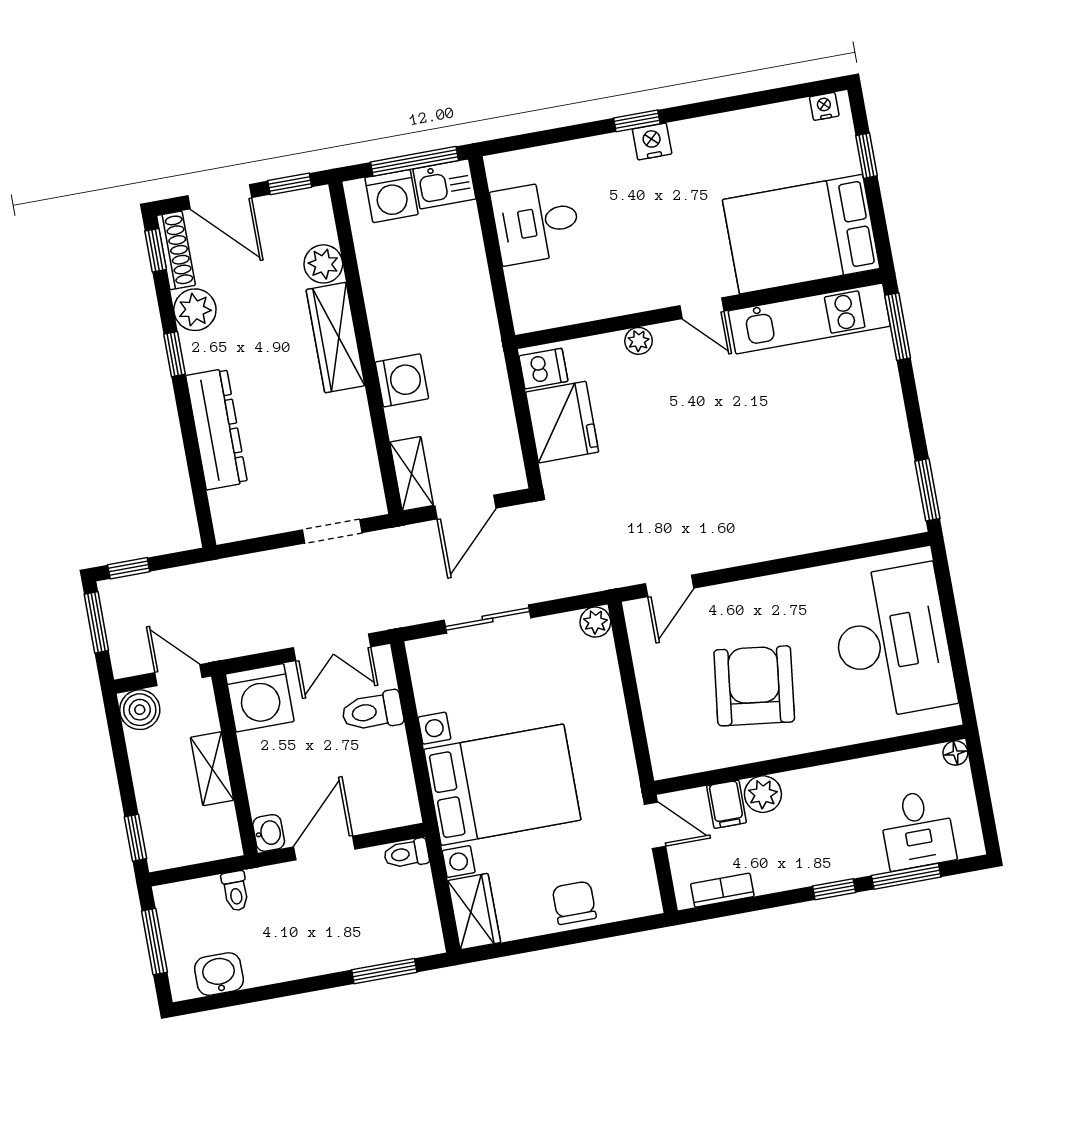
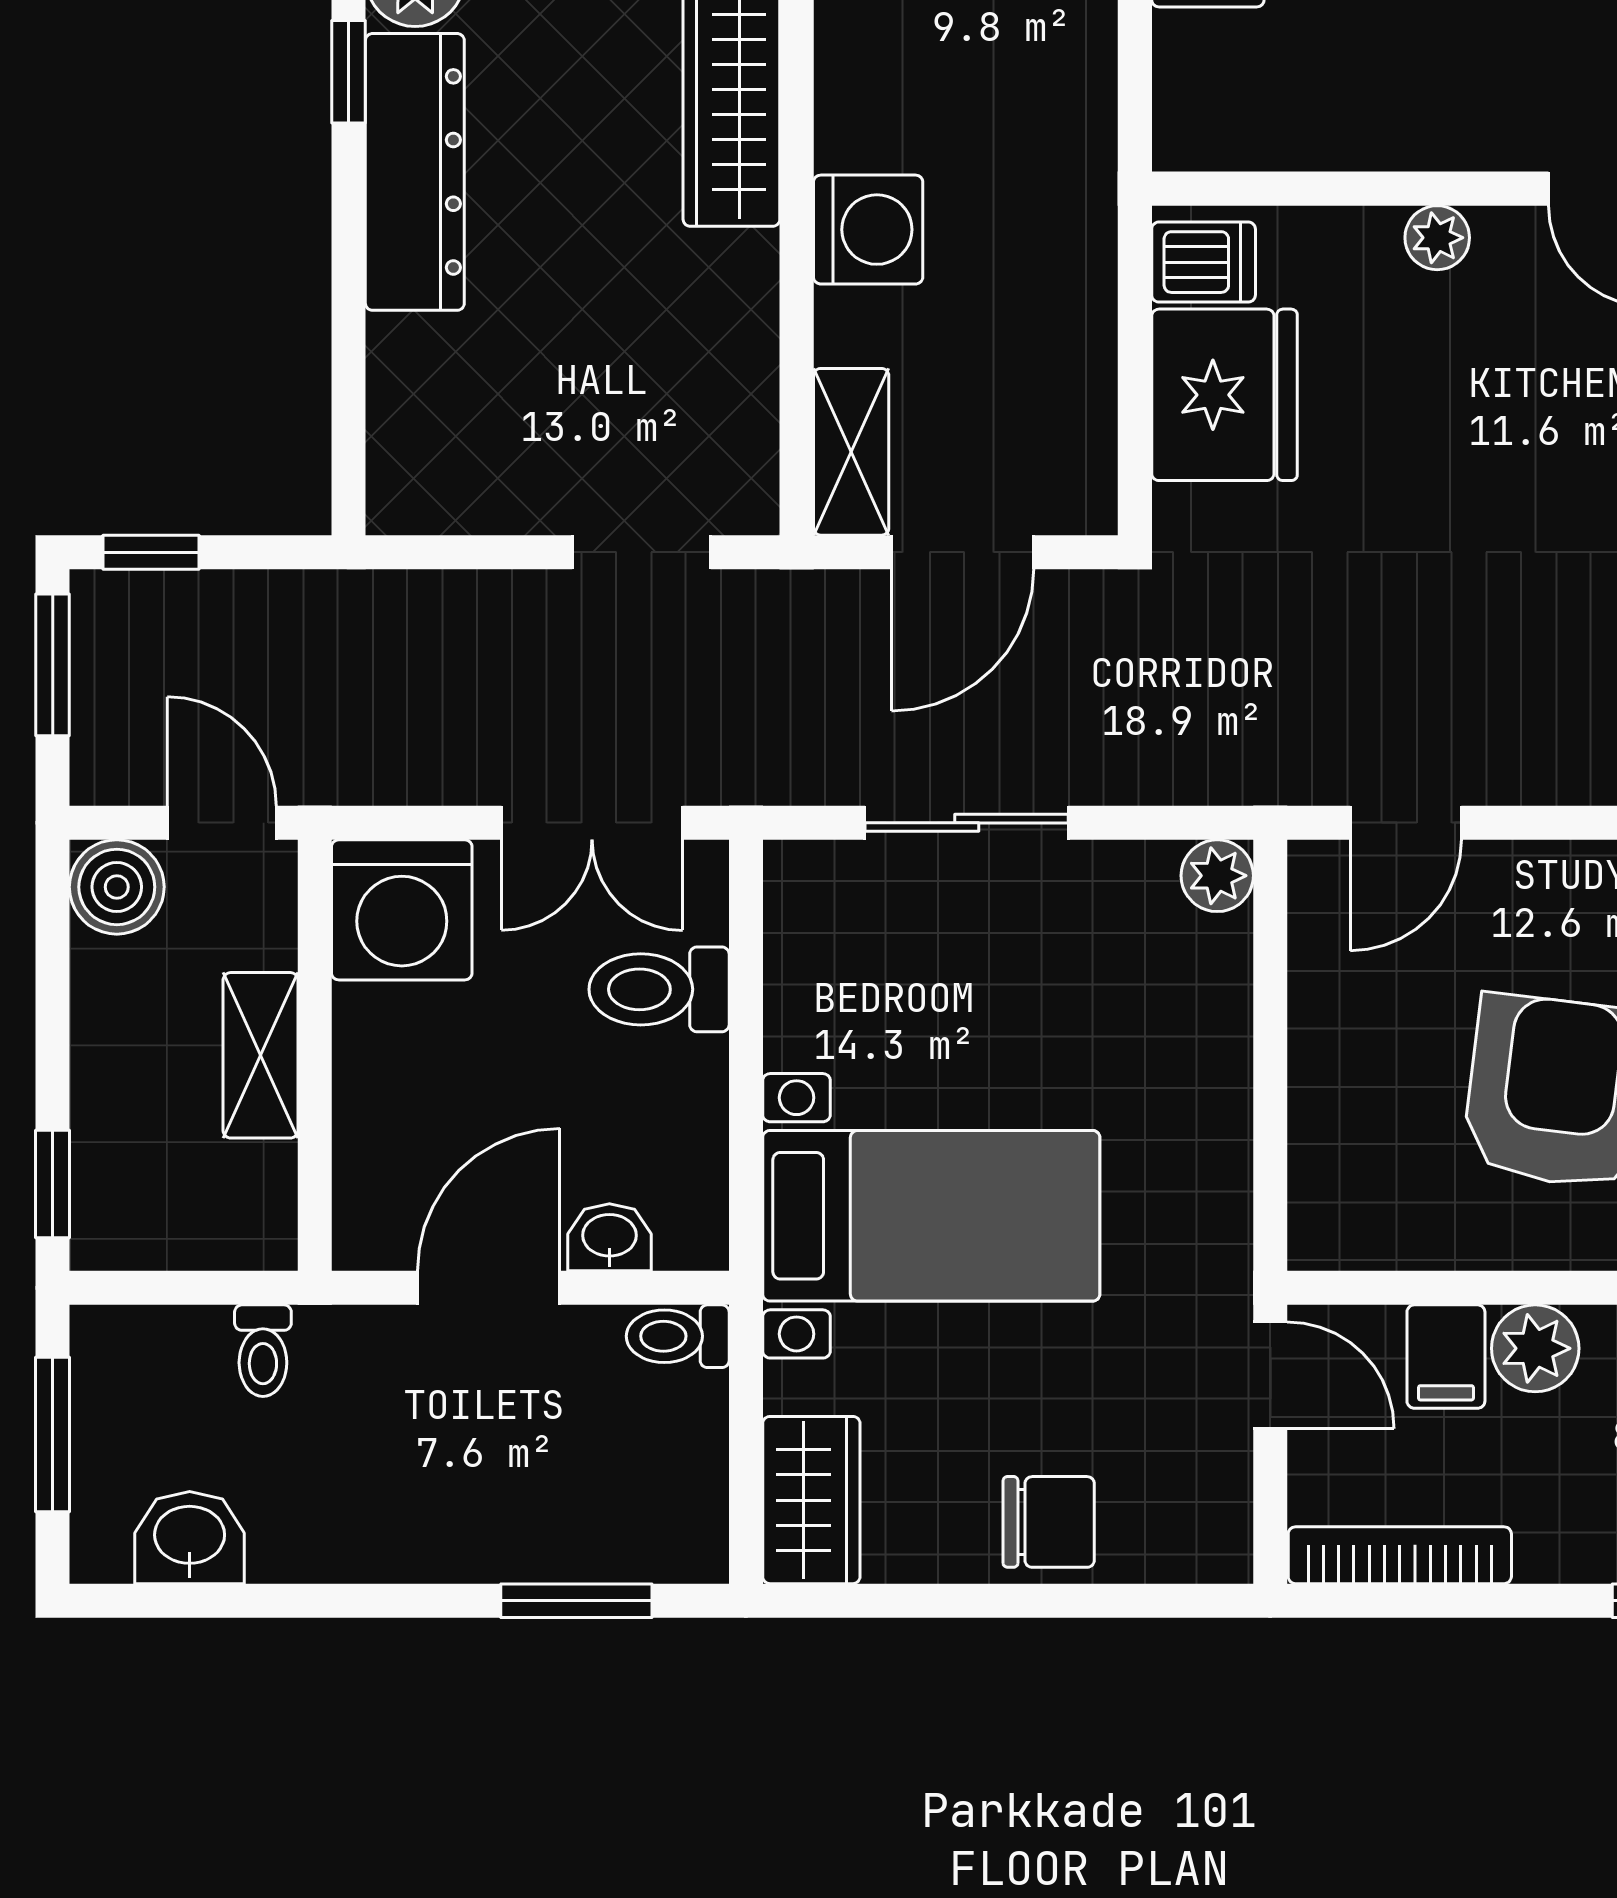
dresser: (216, 429) -> (415, 172), moved
bed with nightstands: (502, 785) -> (931, 1216), width x0.73
washbasin: (269, 833) -> (609, 1237), moved, turned -90
bookcase: (722, 890) -> (1400, 1555), width x1.56
chair: (574, 903) -> (1049, 1522), turned 90

